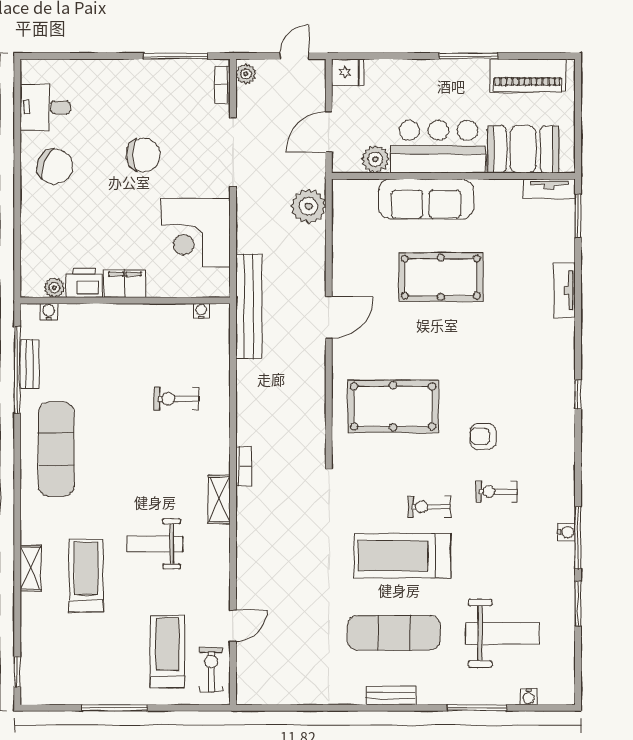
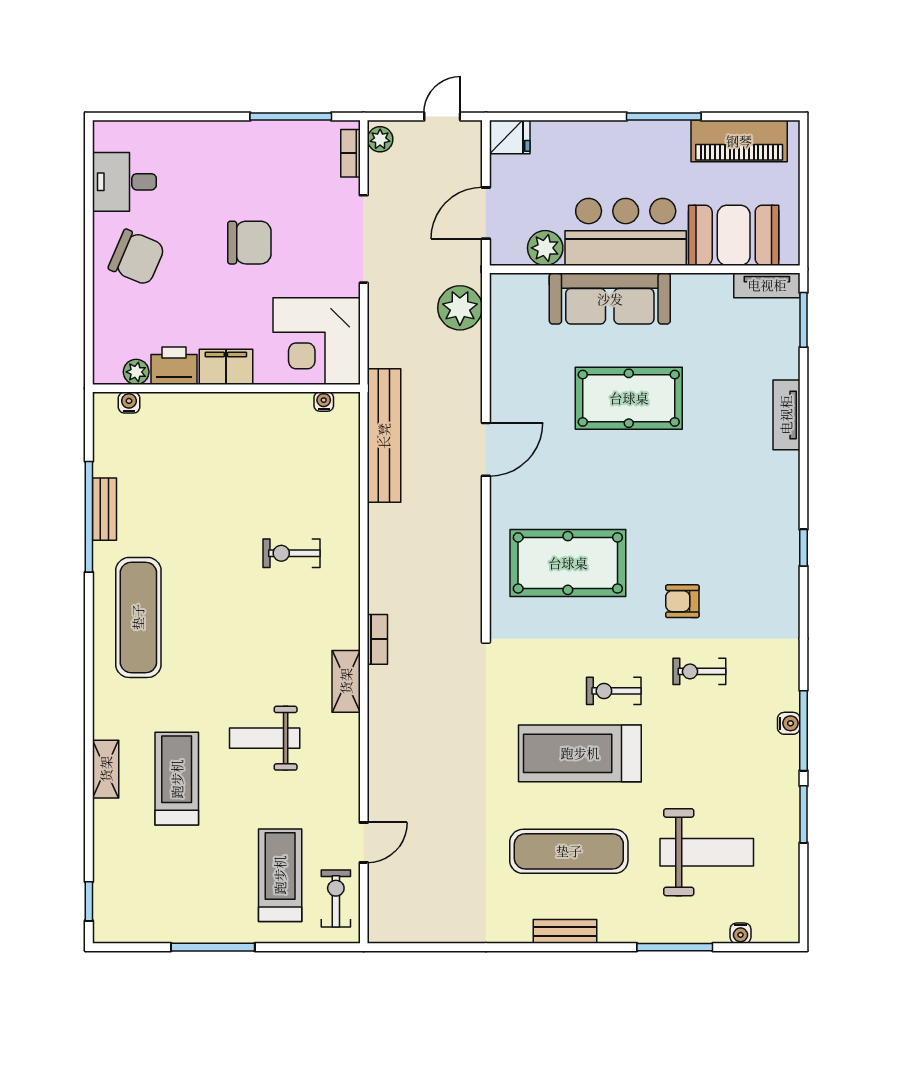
printer: (84, 283) -> (174, 366), moved
filing cabinet: (125, 284) -> (226, 367), moved
plant: (54, 288) -> (136, 372), moved
wall: (125, 301) -> (226, 388), moved
water cooler: (202, 311) -> (324, 402), moved
water cooler: (49, 312) -> (129, 403), moved

